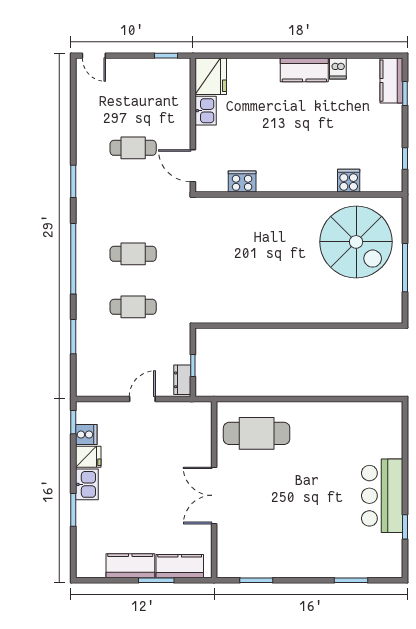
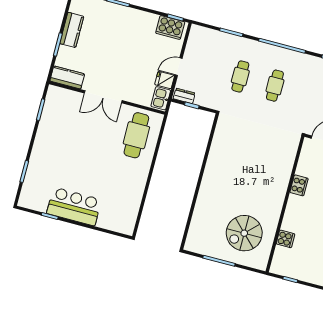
cooker: (242, 182) -> (299, 185), moved
spiral stairs: (356, 242) -> (244, 233), width x0.73, depth x0.73
door: (142, 399) -> (179, 67), swing flipped
cooker: (86, 435) -> (170, 28), width x1.87, depth x1.31
fridge: (88, 457) -> (165, 80), moved, turned 90
kitchen sink: (87, 484) -> (161, 98), moved, turned 90
double door: (214, 495) -> (103, 97), swing flipped
kitchen counter: (180, 566) -> (67, 77), moved, turned -90

